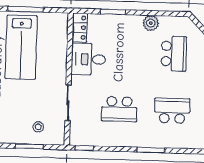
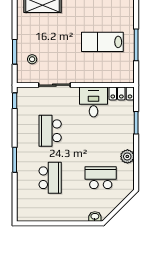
lab bench: (21, 47) -> (102, 42), width x0.73, depth x0.72
school desk: (174, 54) -> (101, 178), turned 180

